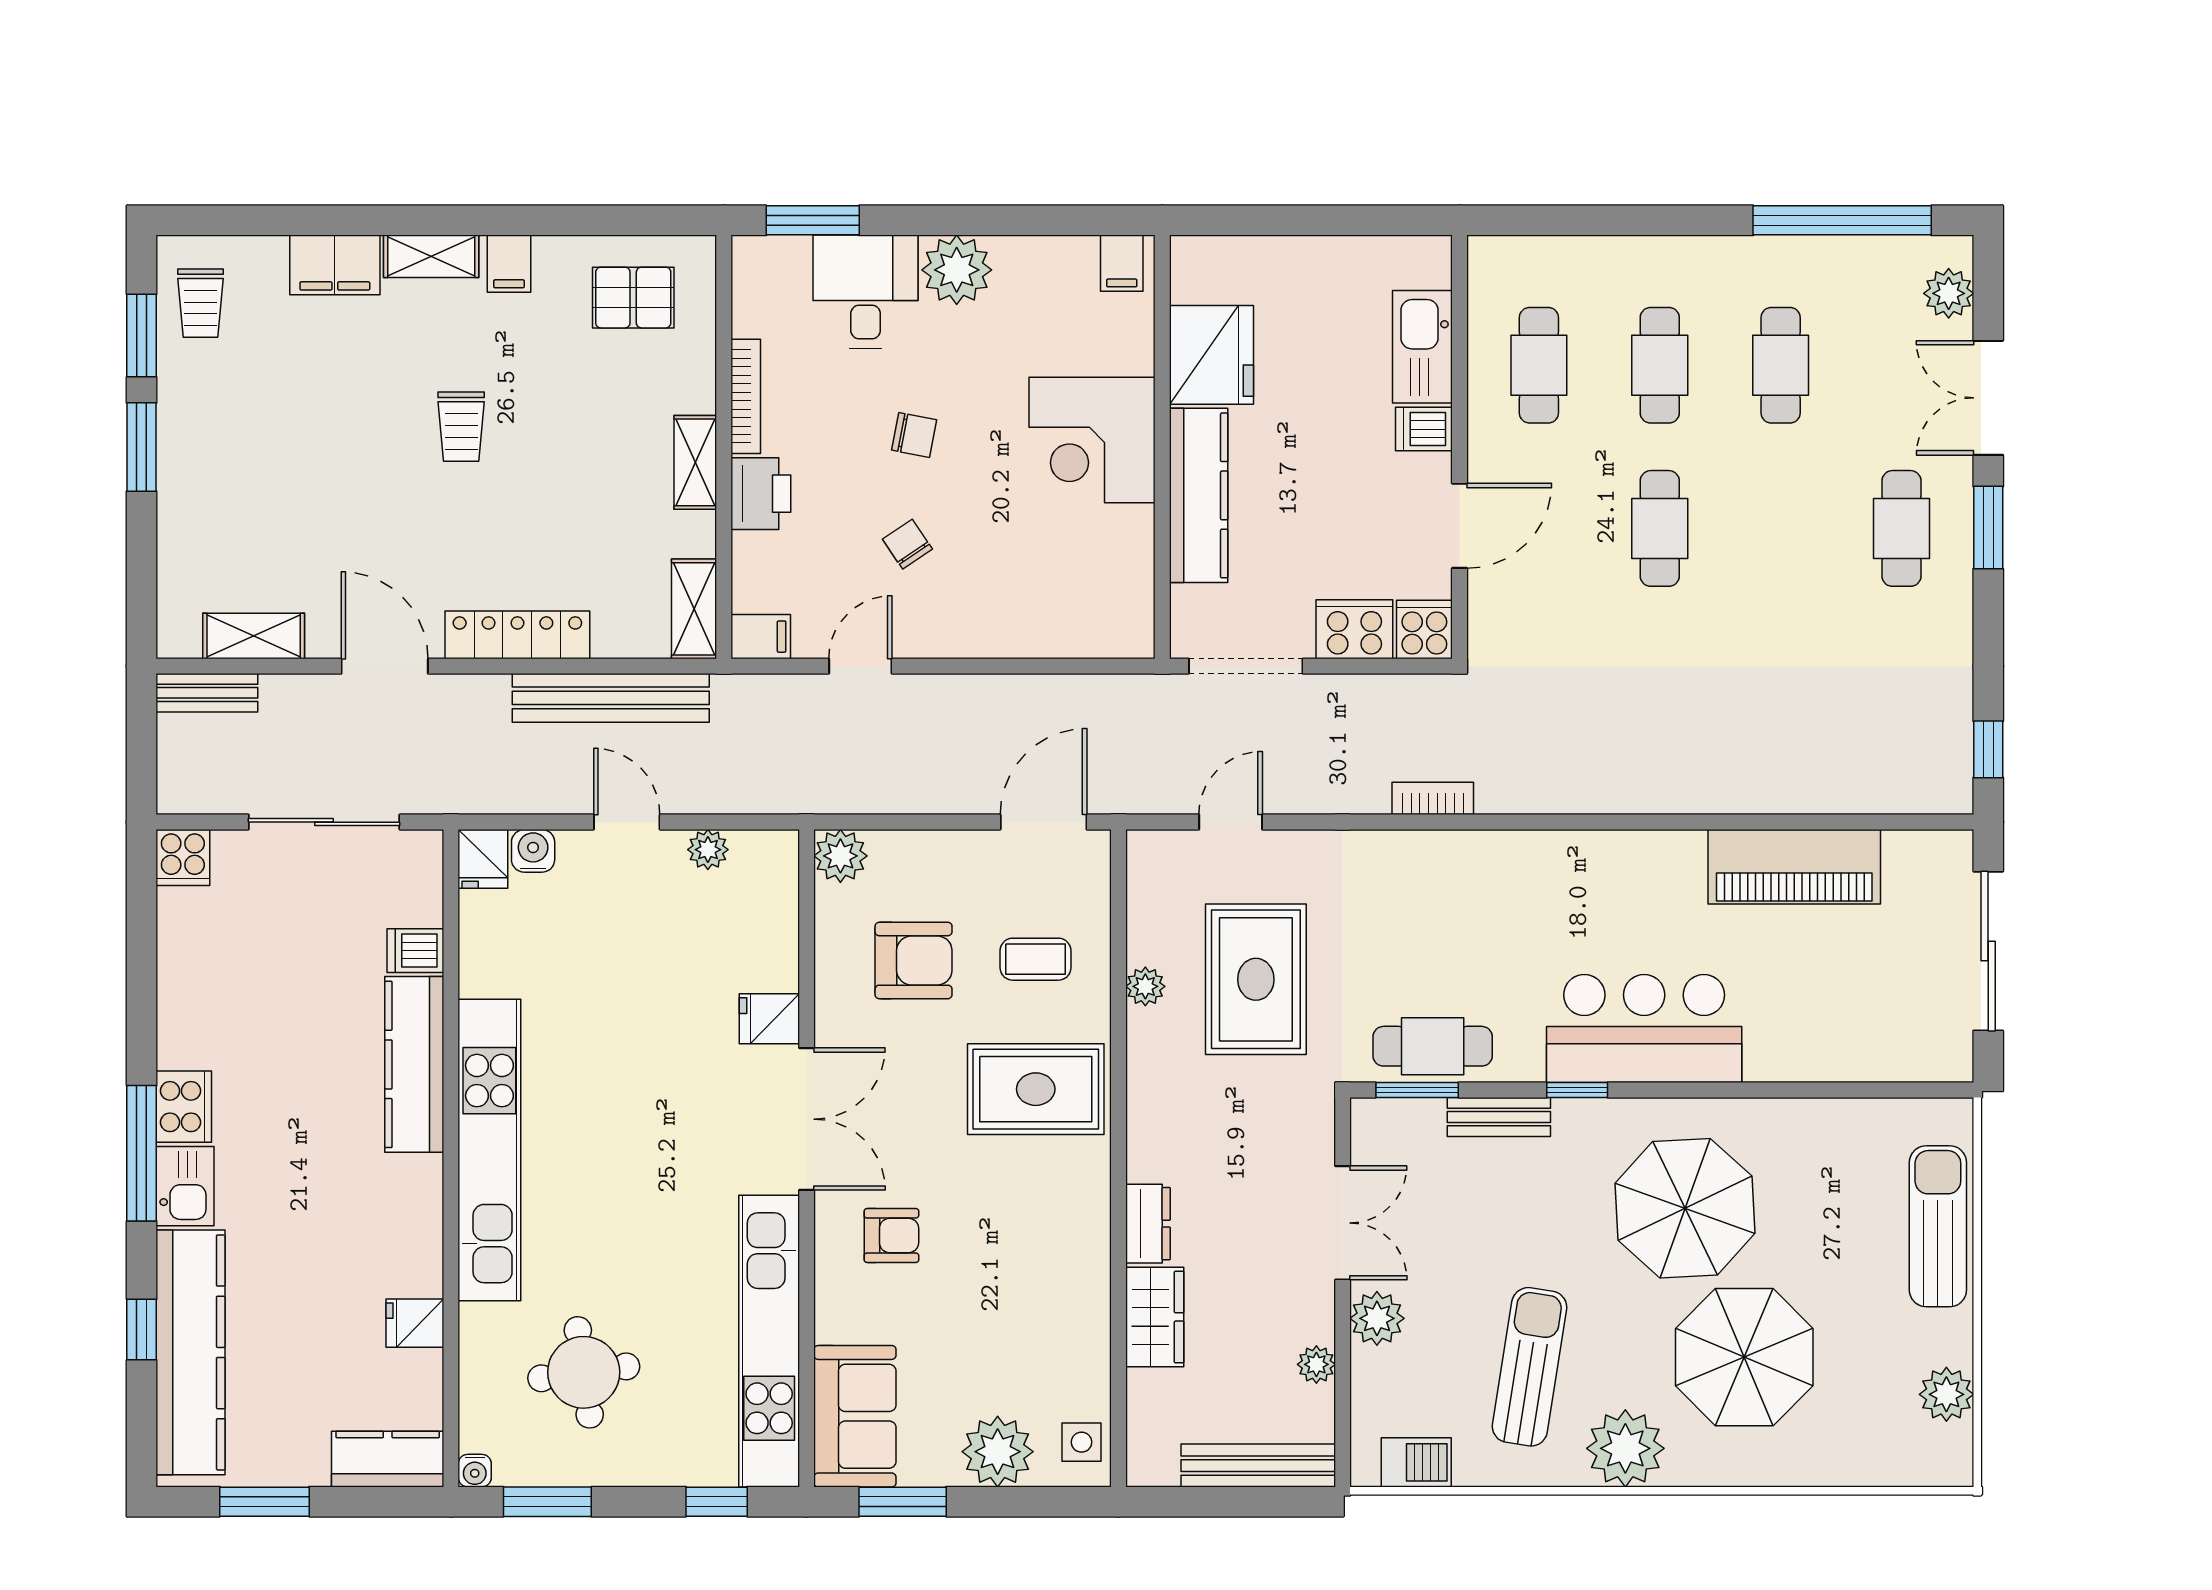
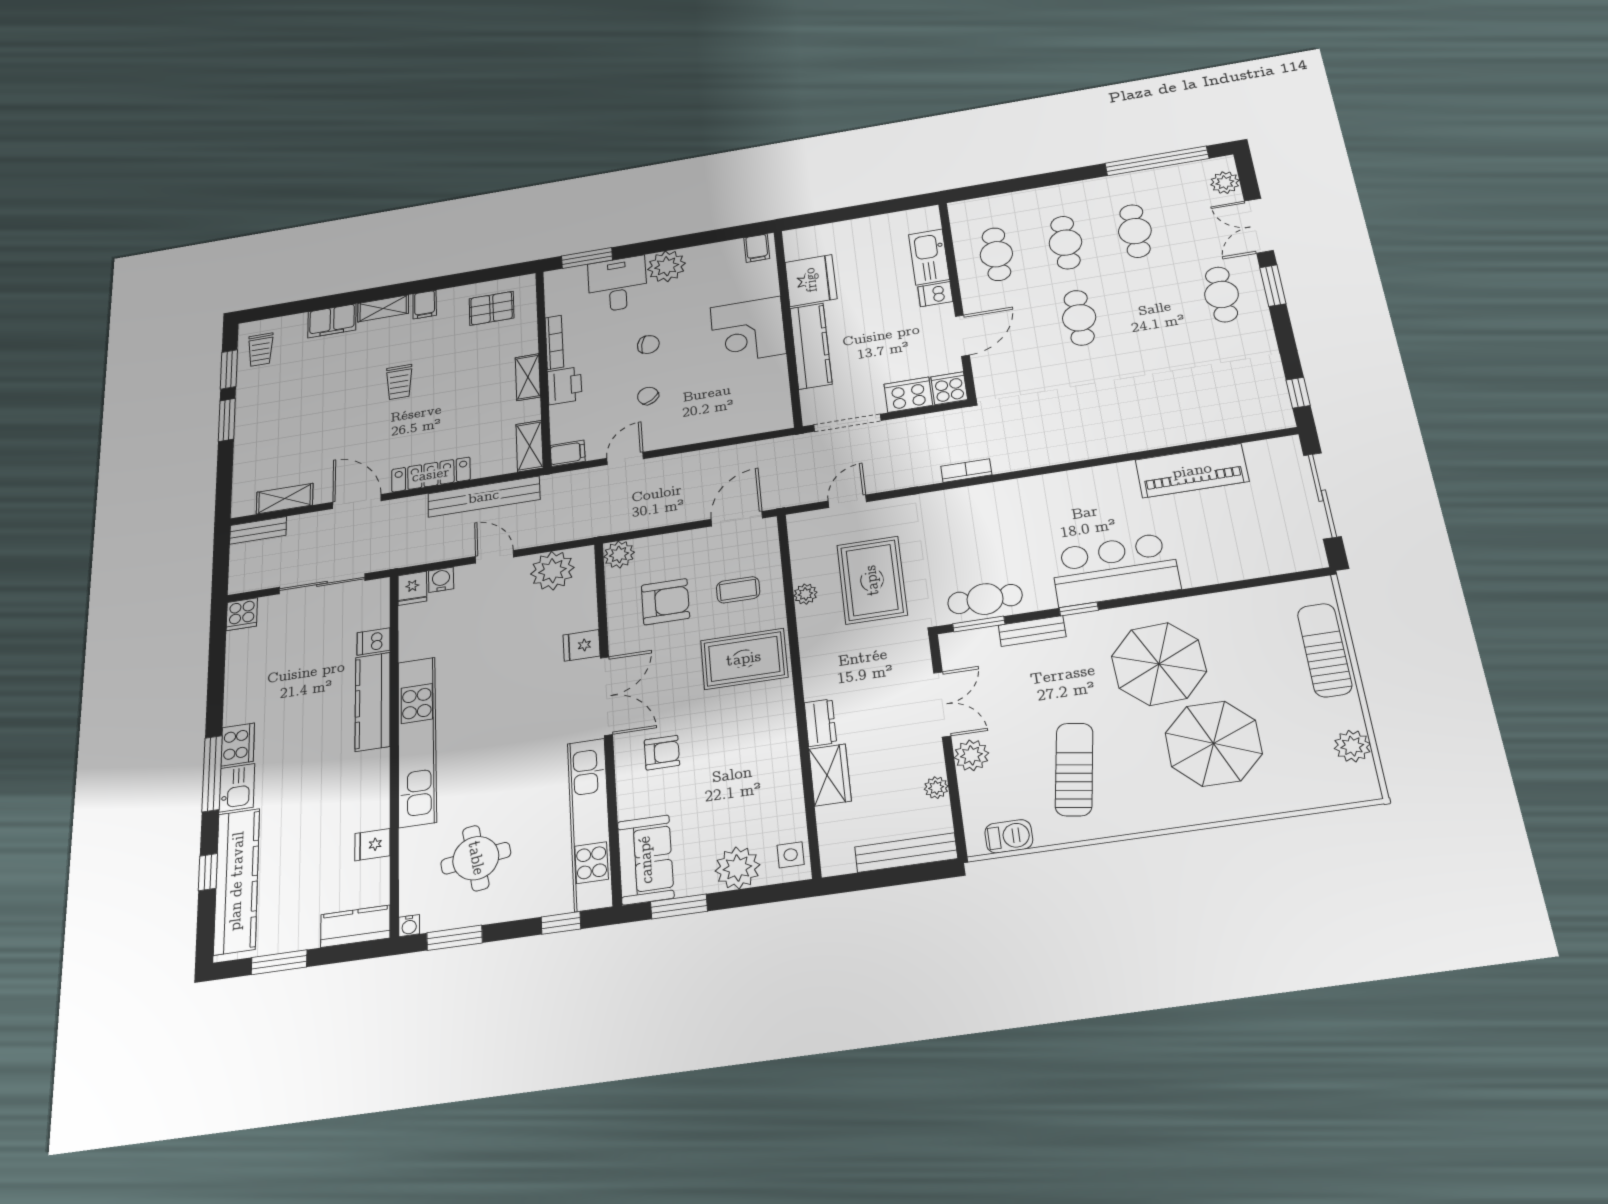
plant: (708, 850) -> (552, 571), width x1.87, depth x1.87
plant: (1625, 1448) -> (1145, 809), removed

